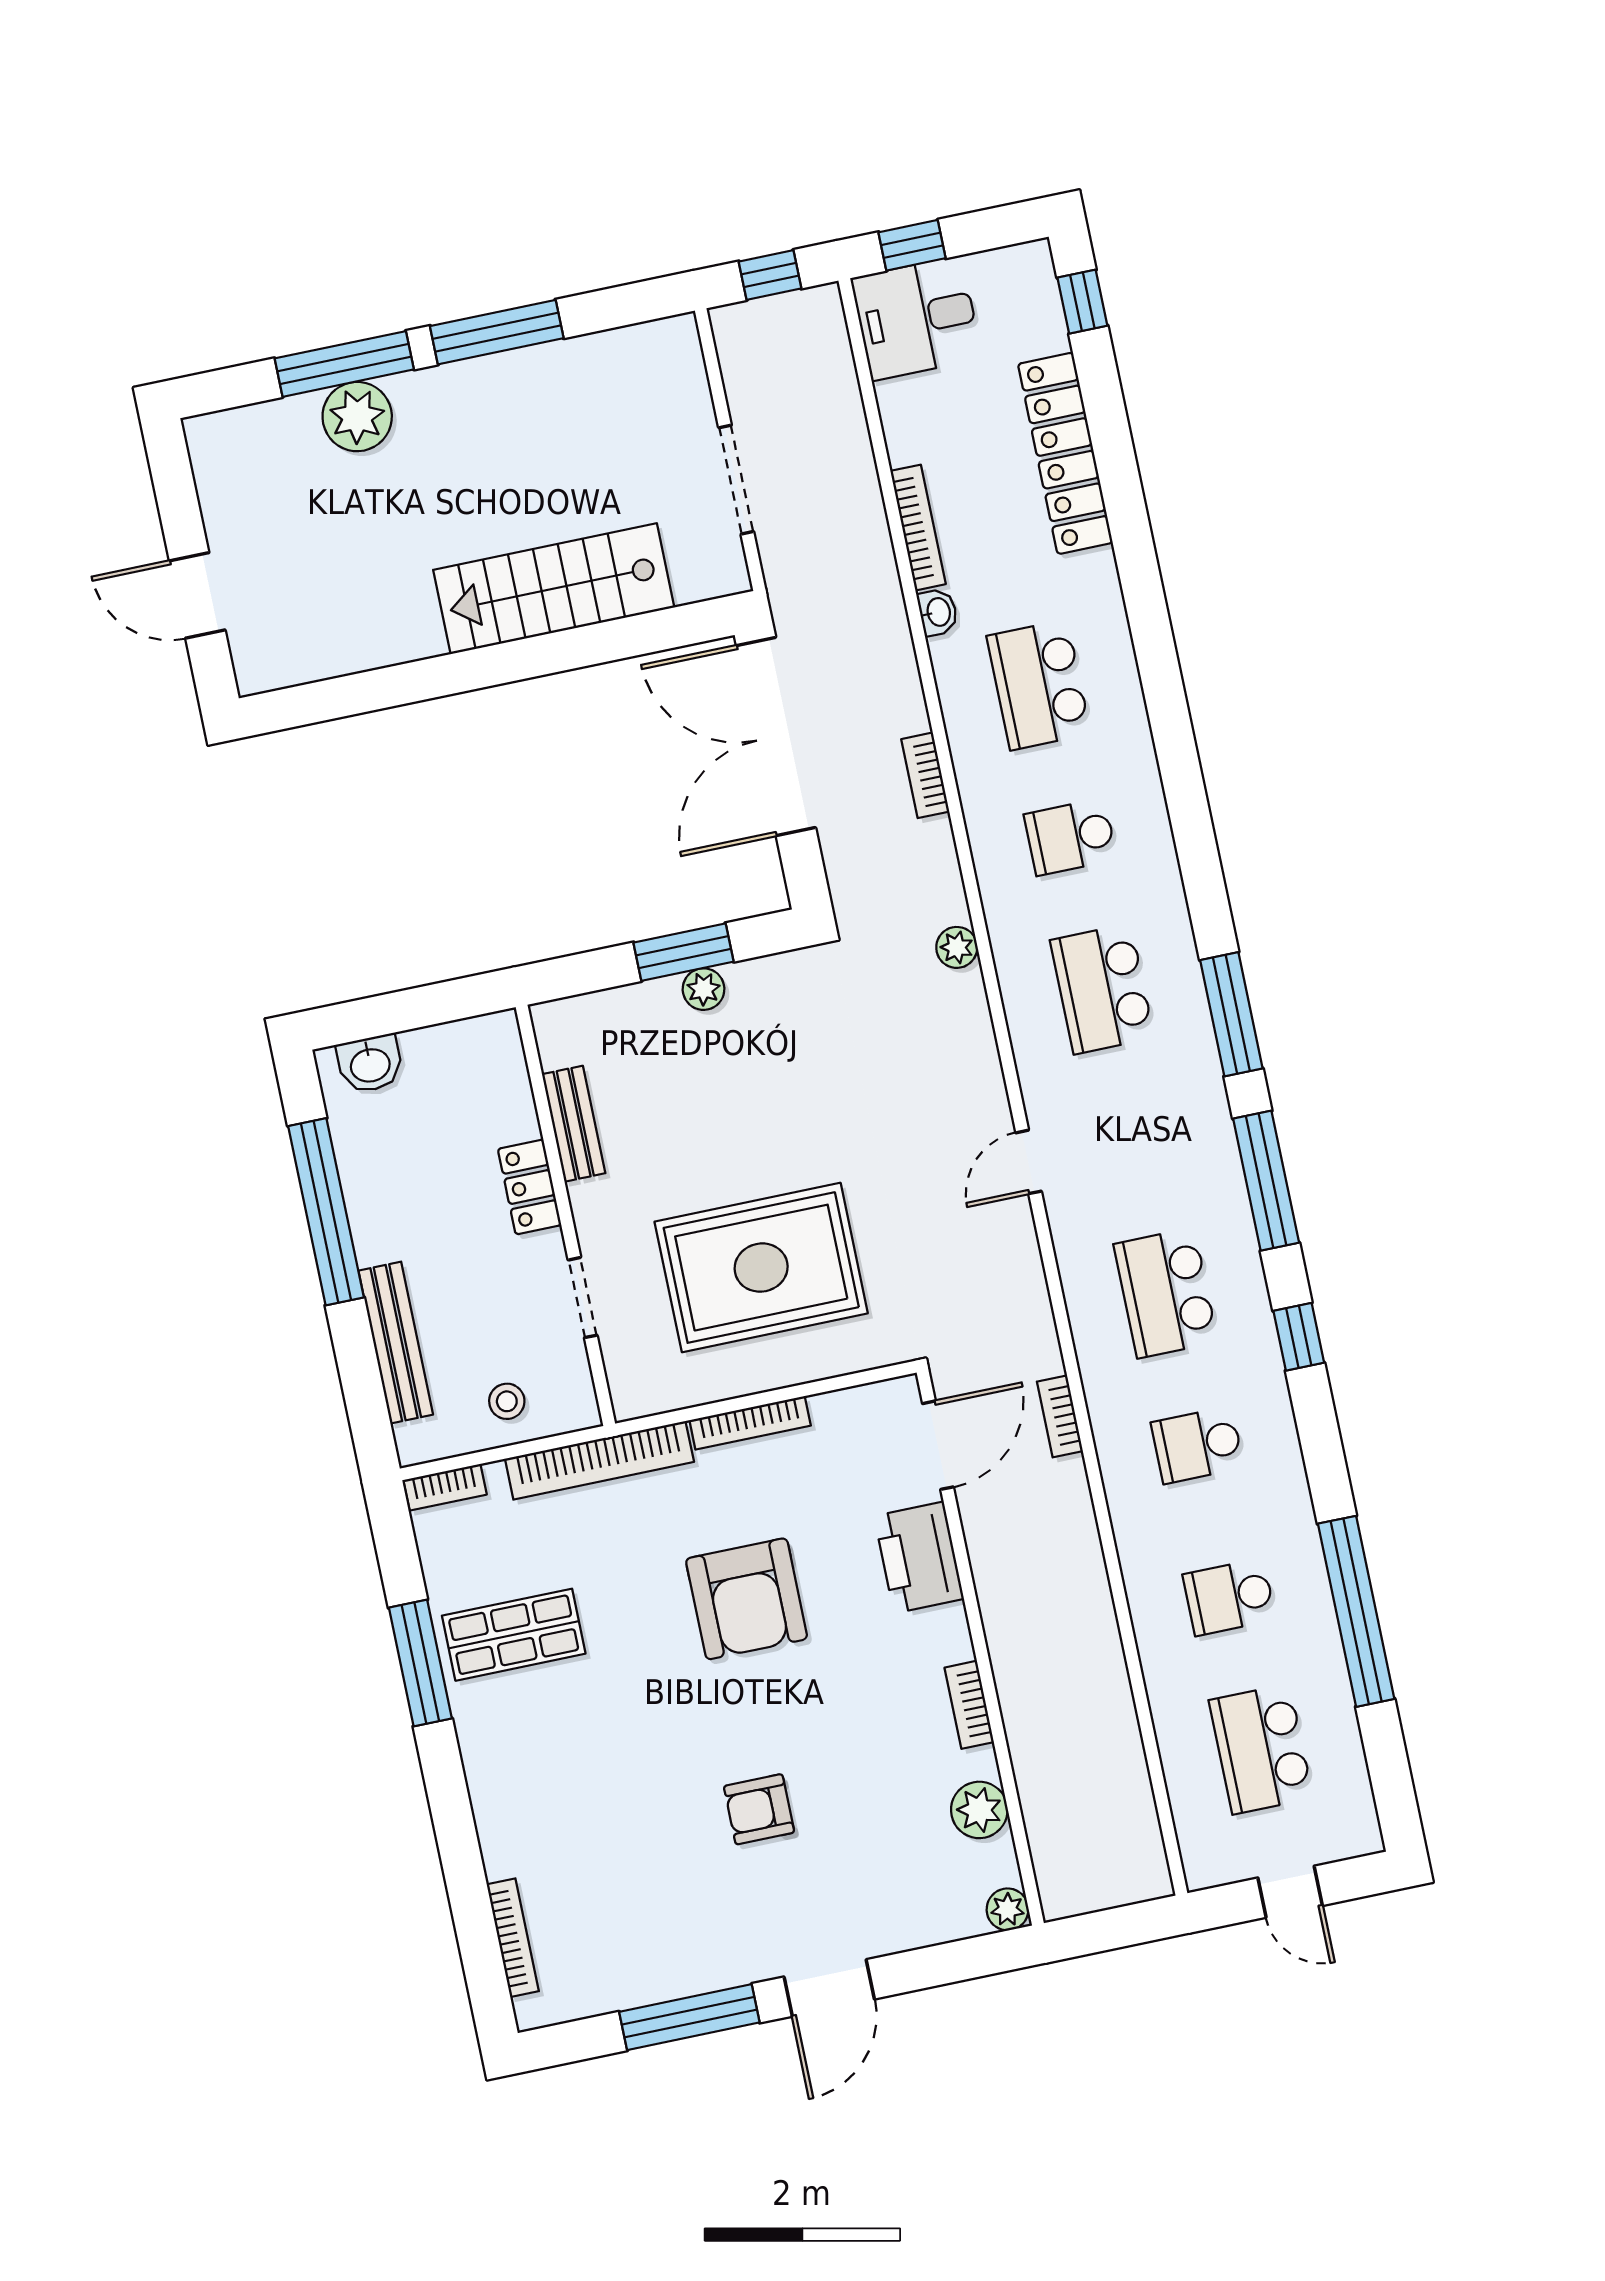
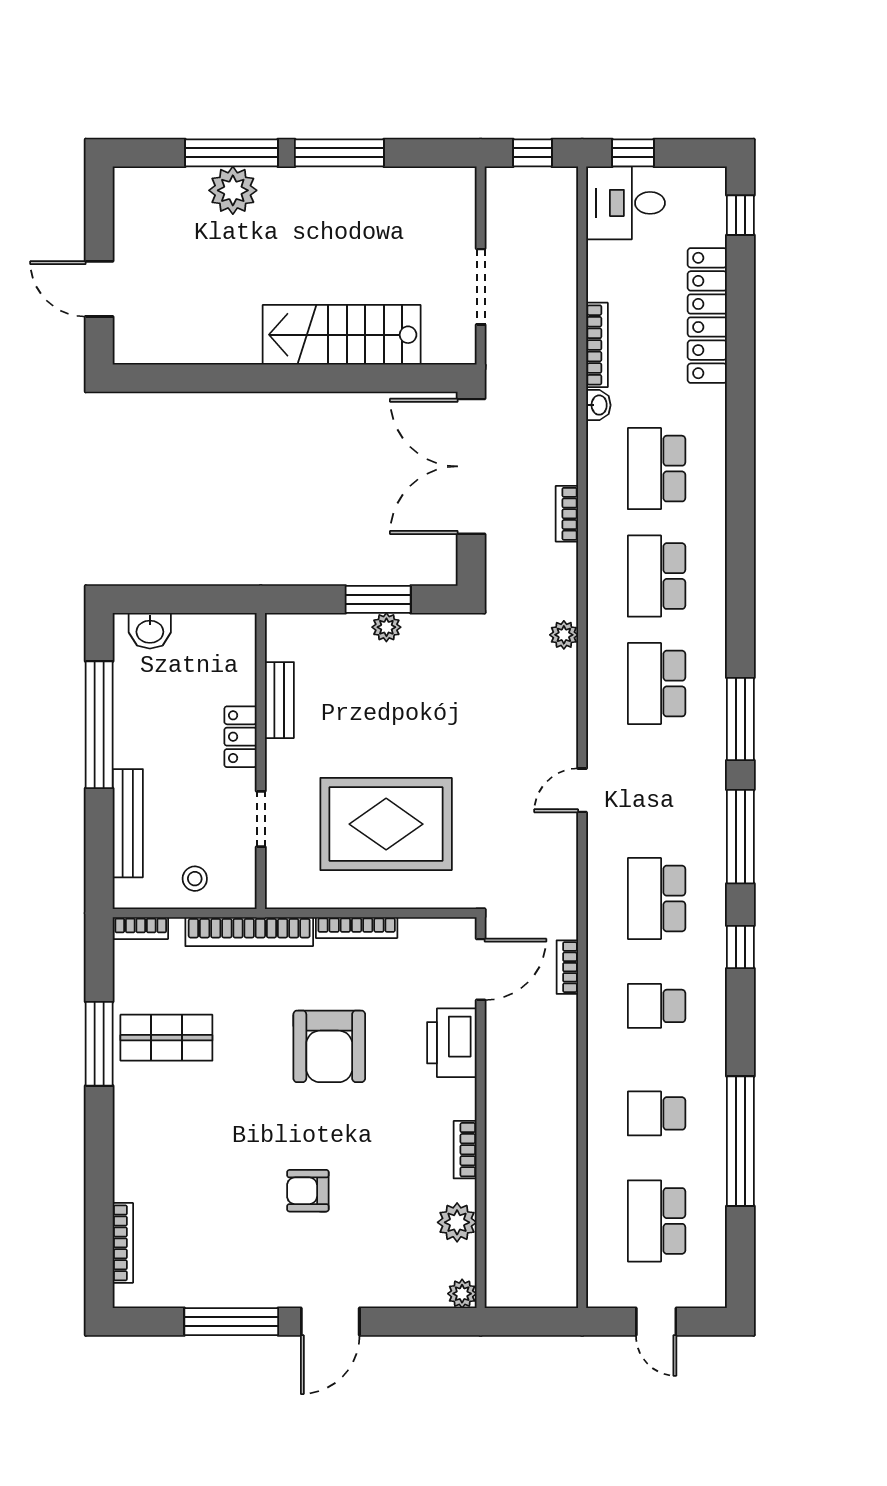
school desk: (1070, 837) -> (657, 576), width x1.85

